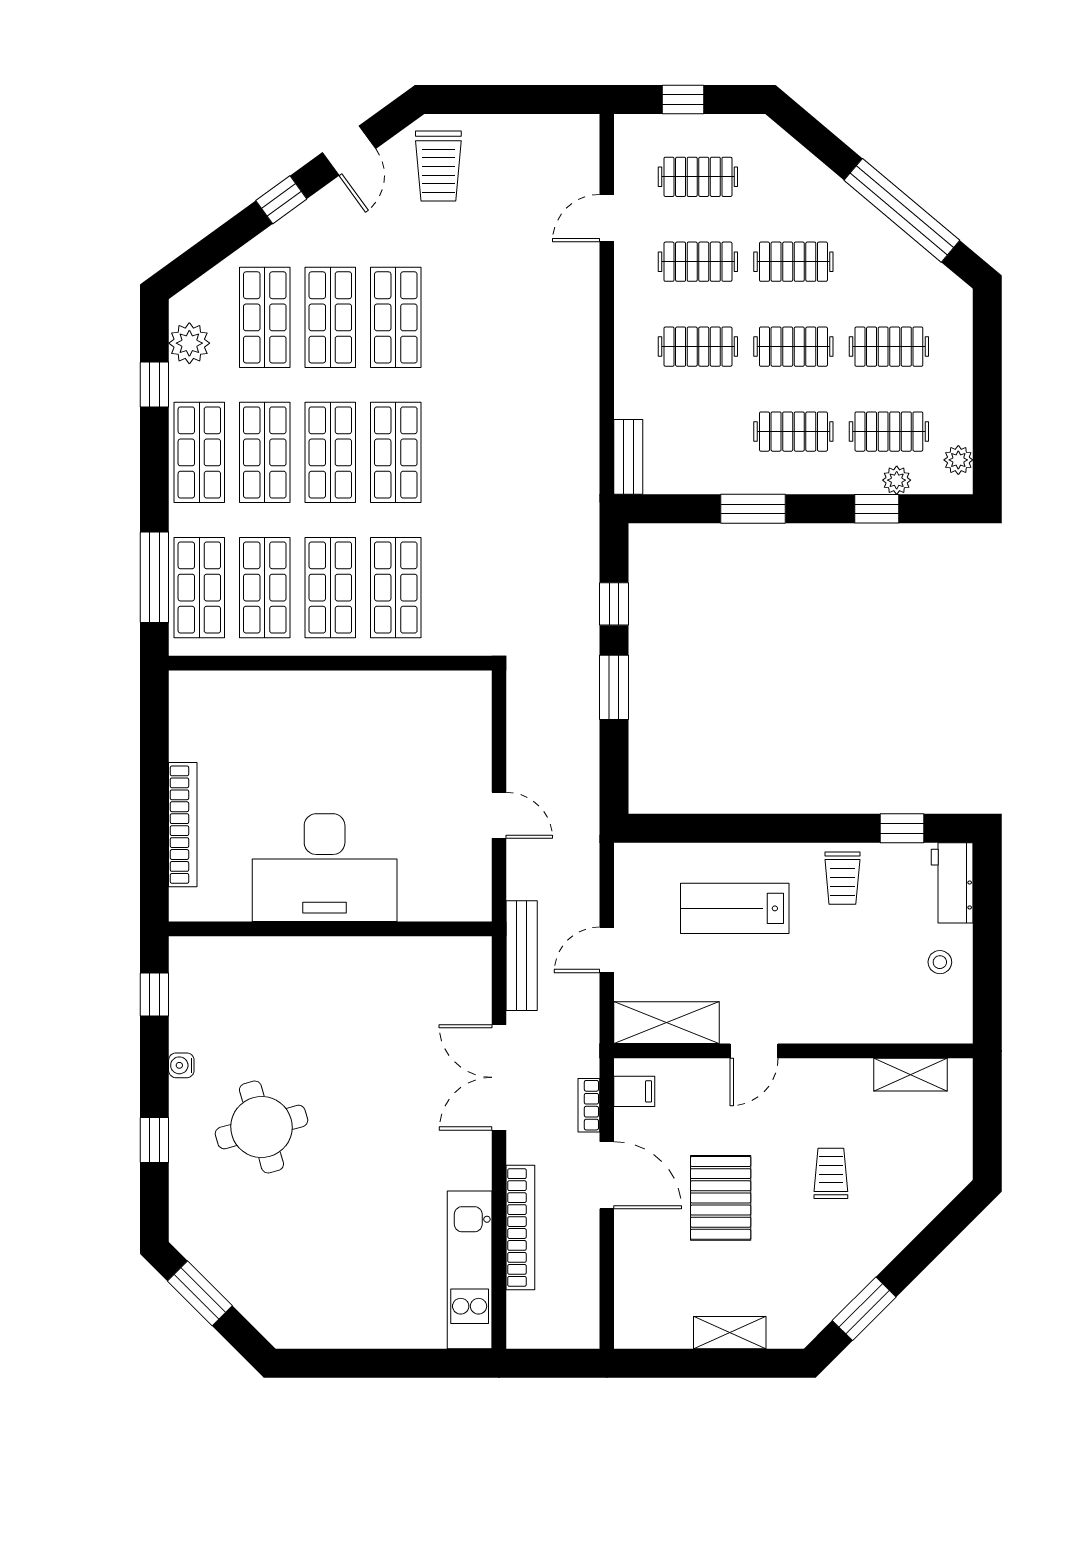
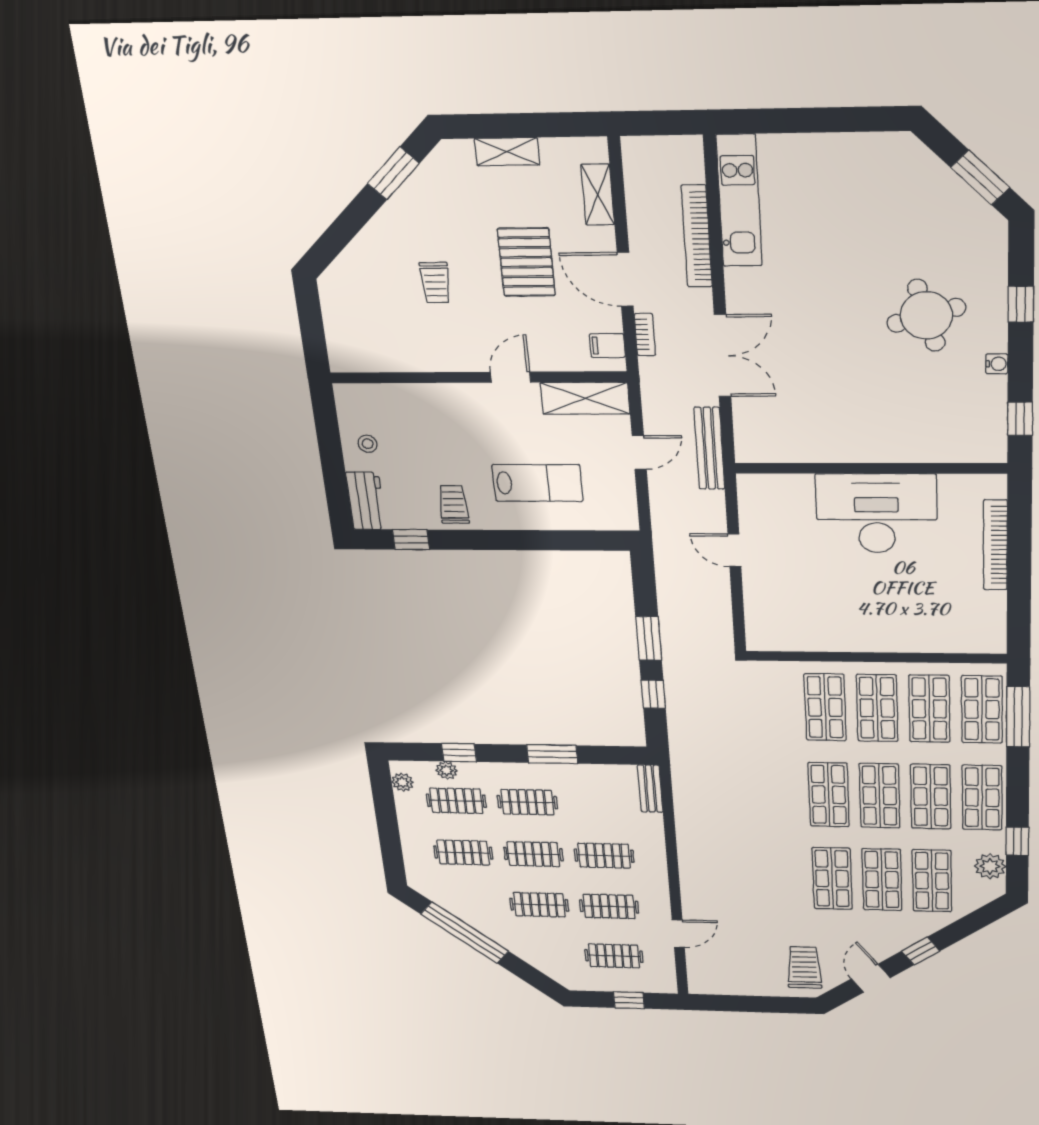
shelving: (911, 1075) -> (598, 195), moved, turned 90

